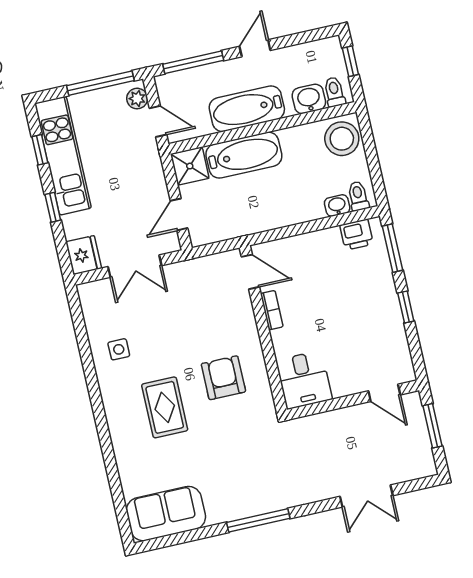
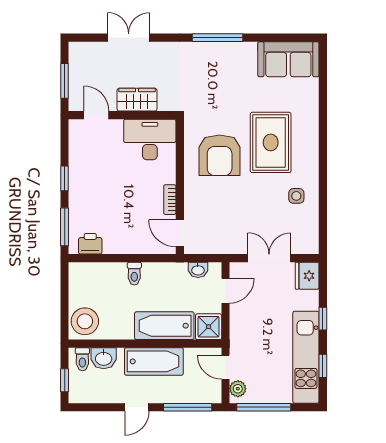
toilet: (358, 196) -> (134, 274), moved
washbasin: (337, 206) -> (198, 270), moved
armchair: (223, 378) -> (220, 155), width x1.36, depth x1.36
desk: (304, 380) -> (150, 139), width x1.37
rug: (165, 407) -> (271, 142), width x1.36, depth x1.43
wardrobe: (339, 423) -> (137, 100), added

